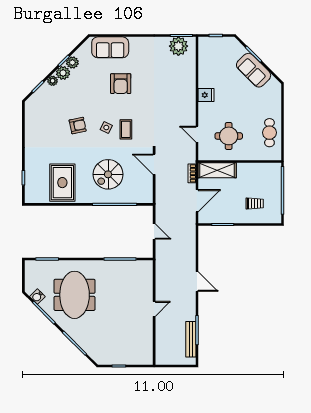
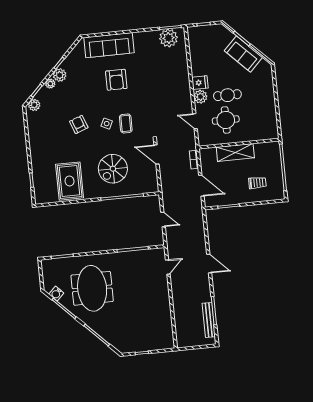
sofa: (110, 47) -> (109, 45), width x1.36
plant: (72, 62) -> (34, 105), moved
plant: (205, 110) -> (200, 97), added
armchair: (78, 126) -> (79, 124), turned -99
cafe table: (269, 133) -> (227, 95), moved, turned 90
shelving: (217, 170) -> (235, 153), moved
door: (197, 201) -> (201, 186), hinge flipped
door: (154, 309) -> (168, 267), moved

